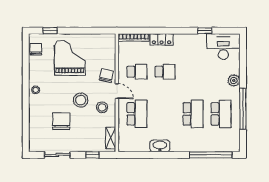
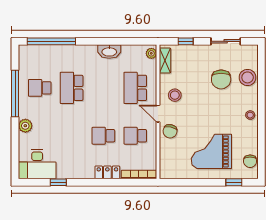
grand piano: (70, 58) -> (211, 151), turned 90
stool: (81, 100) -> (248, 77), moved
school desk: (221, 114) -> (40, 88), width x0.54
plant: (123, 144) -> (151, 53), added

